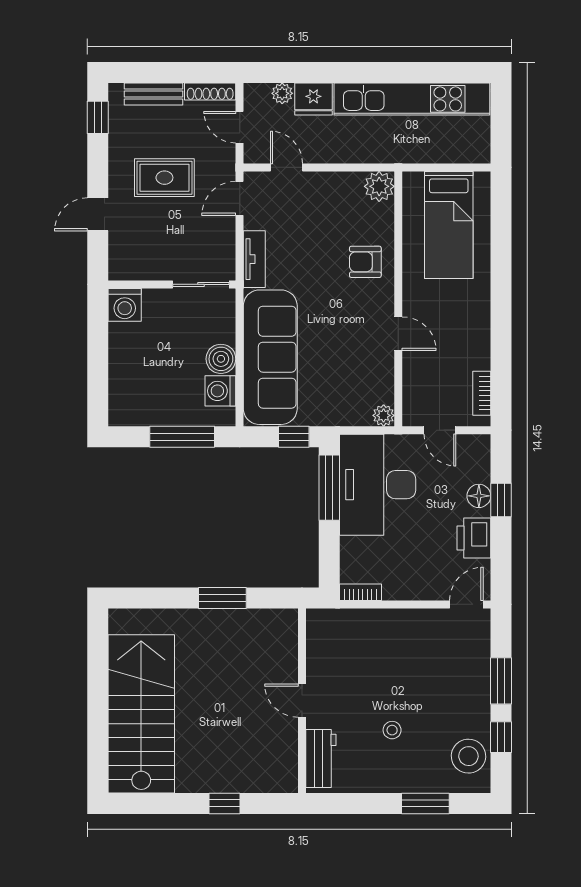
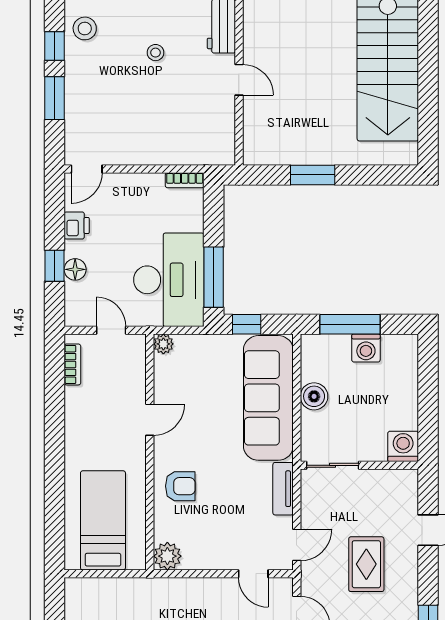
rug: (164, 178) -> (366, 564), turned 90
door: (398, 334) -> (150, 420), swing flipped
washing machine: (220, 391) -> (366, 348), moved, turned 90
printer: (474, 538) -> (77, 225), width x0.73, depth x0.81
stool: (468, 756) -> (85, 28), width x0.73, depth x0.73

